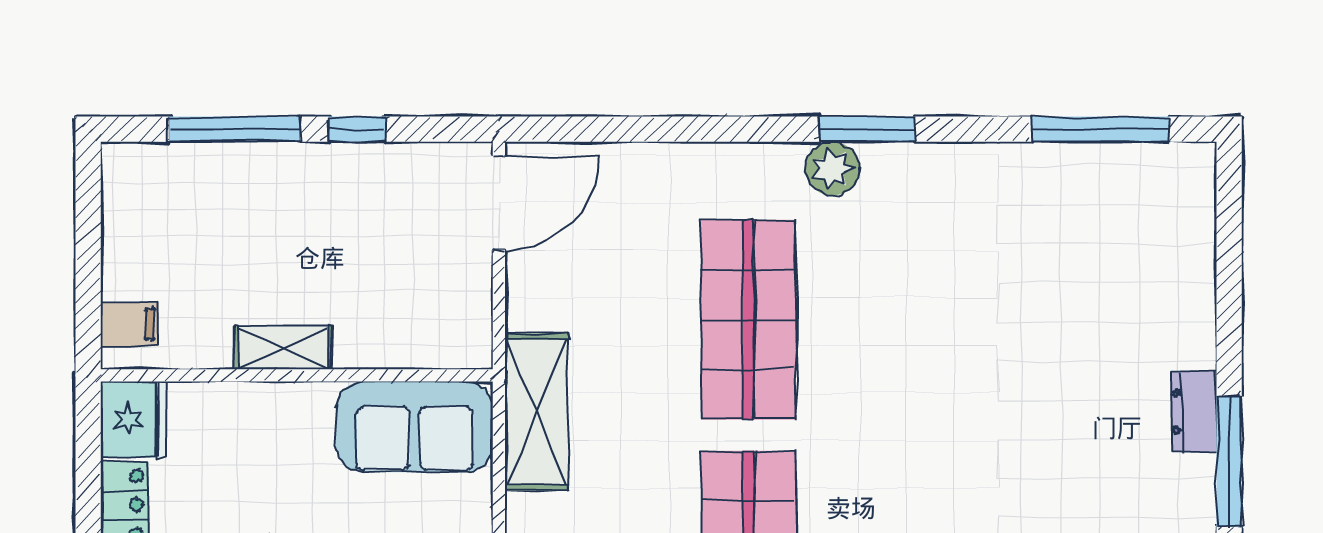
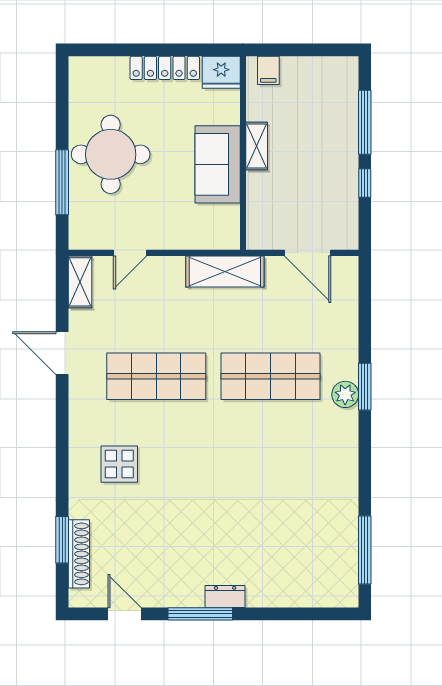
window: (867, 129) -> (365, 387), moved
plant: (832, 169) -> (345, 394), moved
door: (499, 203) -> (308, 253), moved
sofa: (415, 427) -> (218, 164), moved

